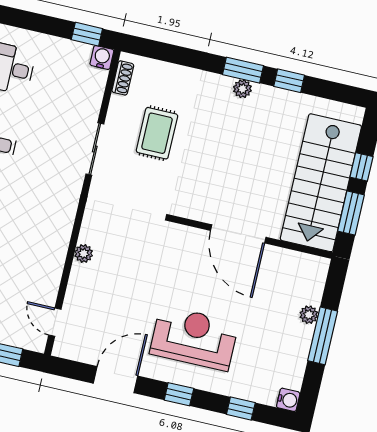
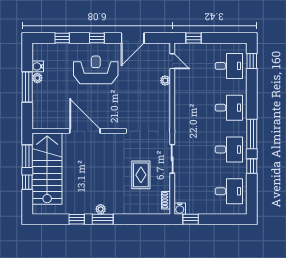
plant: (84, 253) -> (165, 81), moved
plant: (309, 315) -> (37, 78), moved
reception desk: (194, 338) -> (96, 70), turned 180
water cooler: (288, 400) -> (38, 66), moved

